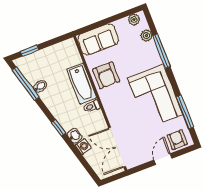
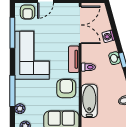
bathtub: (82, 84) -> (89, 101), moved
tv unit: (110, 109) -> (74, 59), added
washbasin: (75, 136) -> (115, 58), moved

